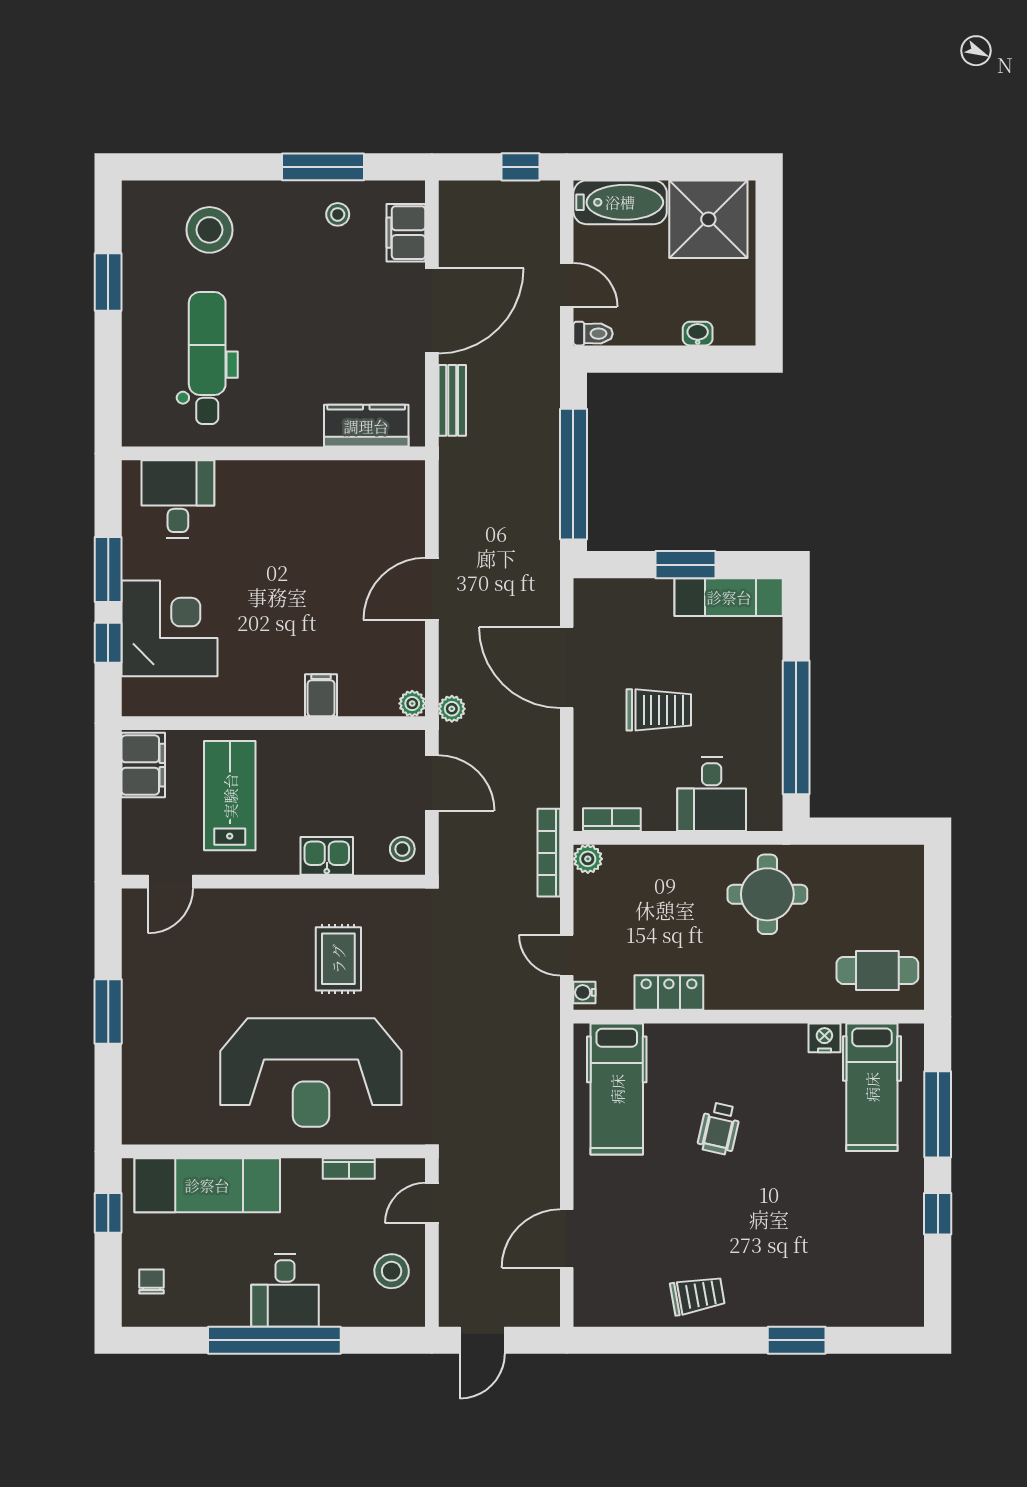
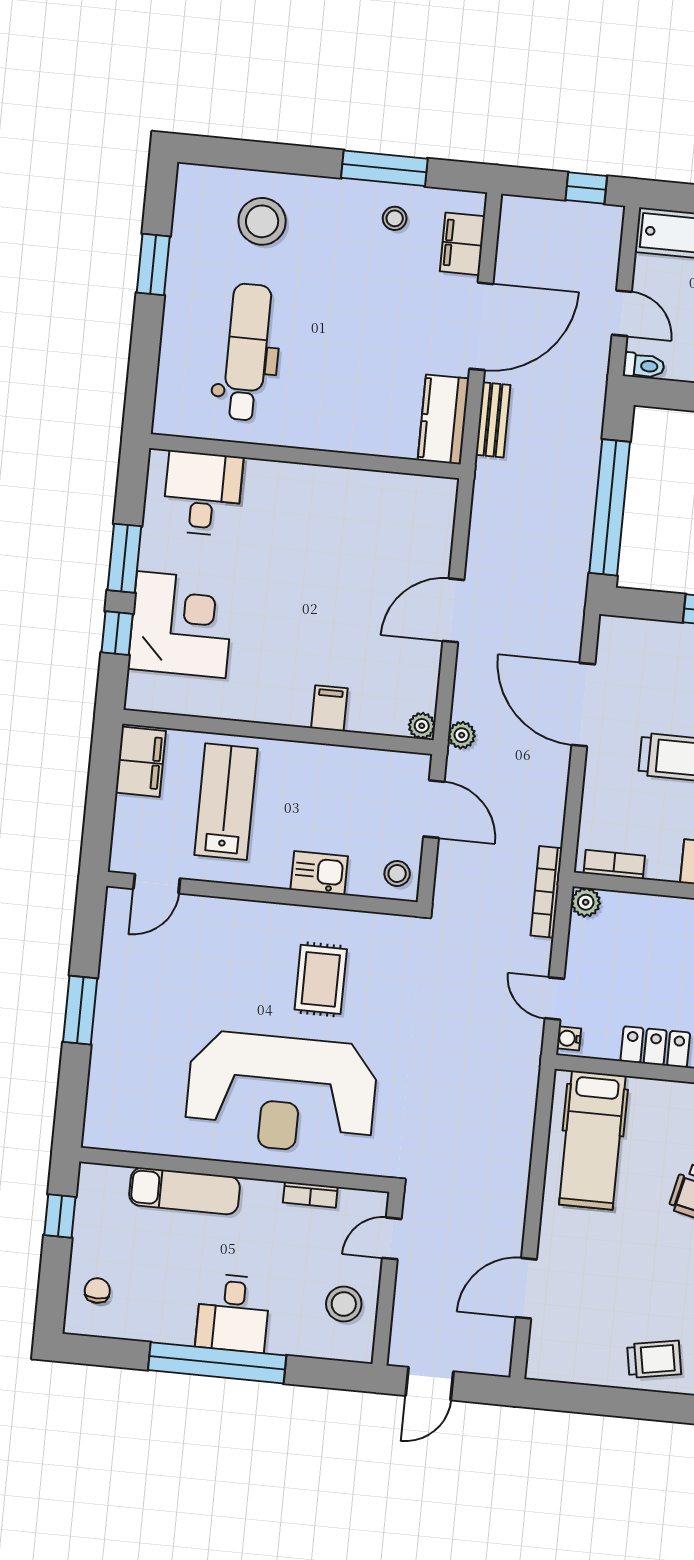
kitchen counter: (366, 426) -> (443, 419), moved, turned -90
exam couch: (207, 1185) -> (185, 1191), width x0.73, depth x0.69

